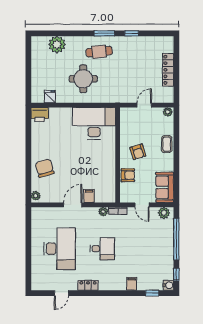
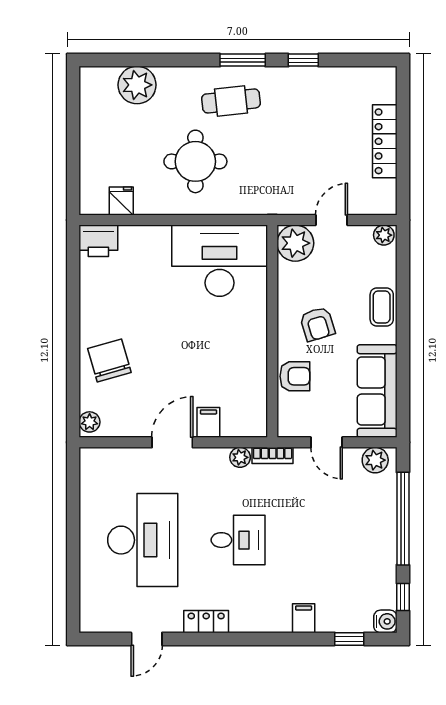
plant: (128, 115) -> (295, 243), added
sofa: (165, 187) -> (377, 391), width x1.36

